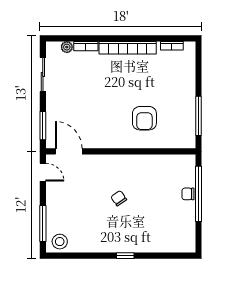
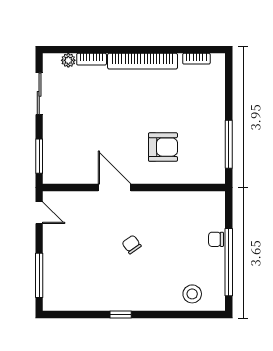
armchair: (144, 118) -> (163, 147), turned -90
door: (69, 151) -> (114, 187), moved
window: (199, 194) -> (229, 262), moved
stool: (60, 242) -> (192, 294), moved
window: (125, 256) -> (121, 314), moved

